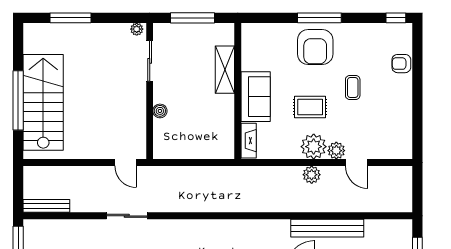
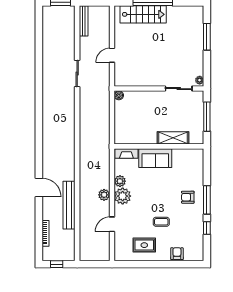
window: (396, 18) -> (207, 228), moved
armchair: (315, 47) -> (188, 197), width x0.53, depth x0.53
stairs: (43, 102) -> (143, 14), width x0.73, depth x0.66
rug: (310, 107) -> (144, 245), moved, turned 90
boiler: (160, 111) -> (119, 95), moved
plant: (336, 151) -> (120, 181), moved
door: (126, 163) -> (112, 55), moved

